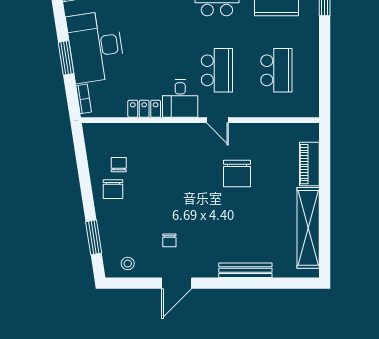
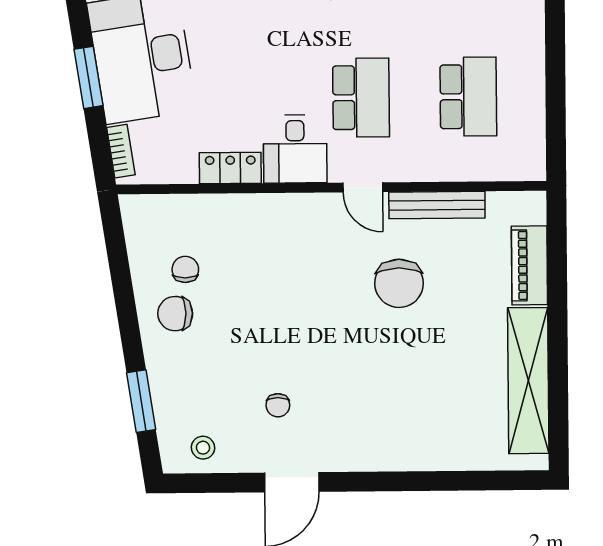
chair: (113, 189) -> (175, 314), turned 90
bench: (245, 270) -> (437, 205), moved

